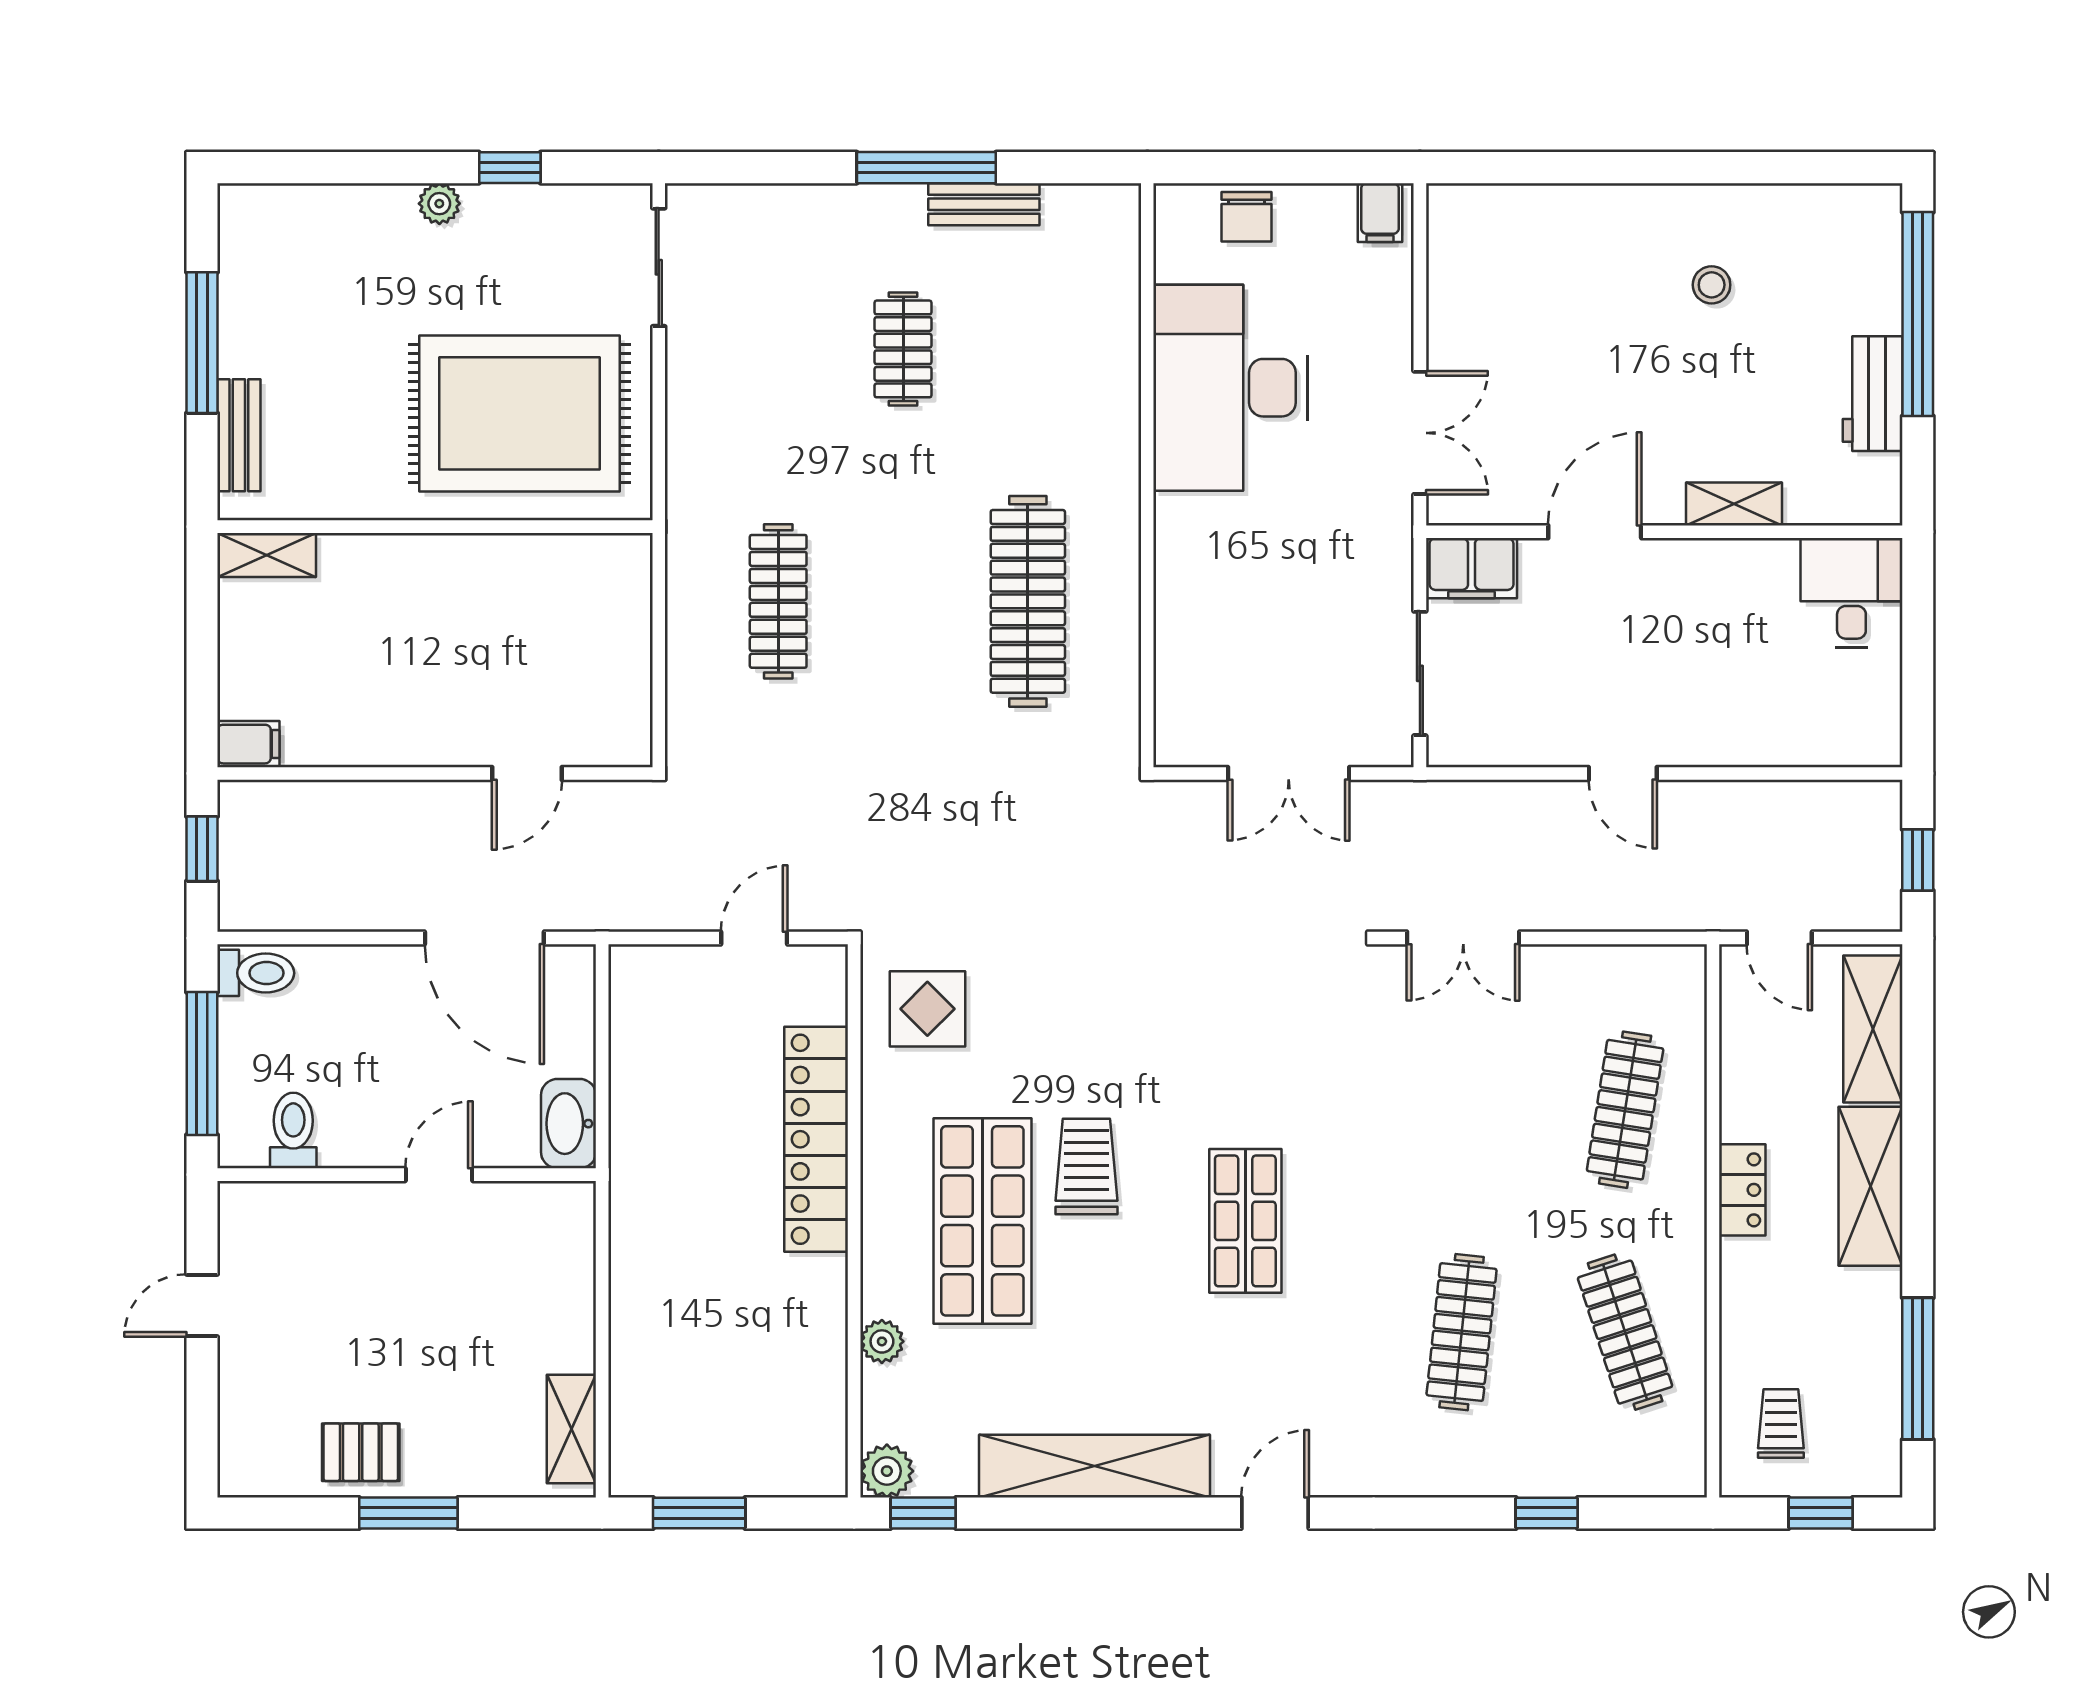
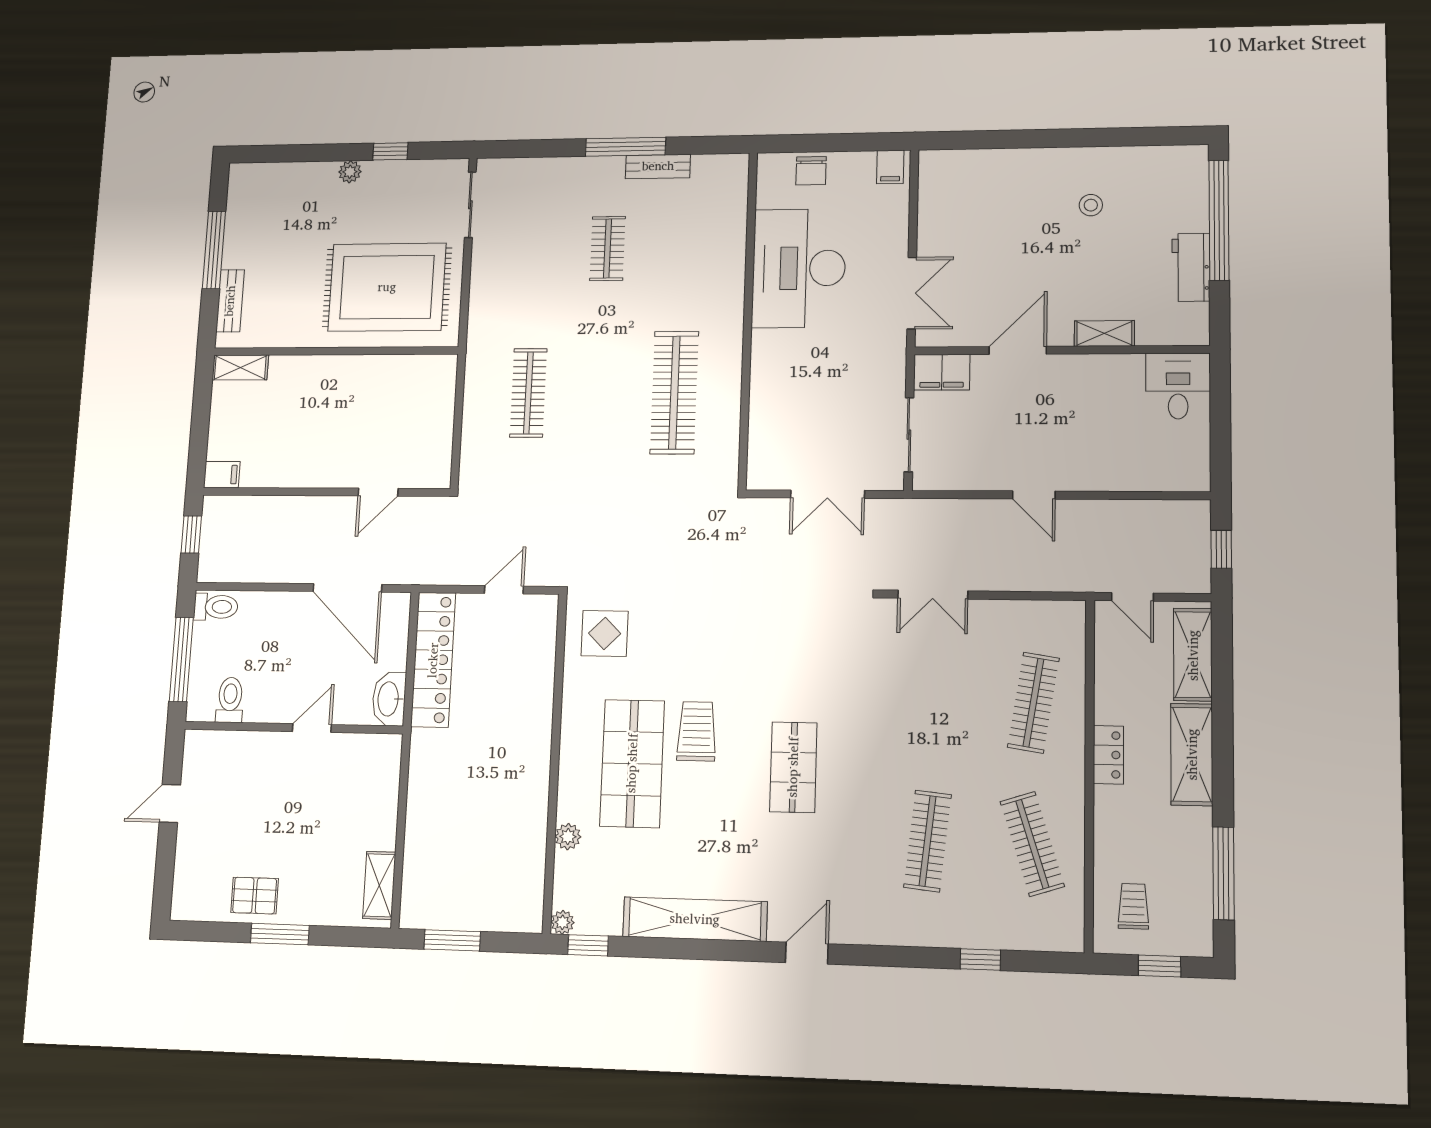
locker: (816, 1139) -> (433, 660), moved, turned 180
plant: (887, 1471) -> (563, 922), width x0.73, depth x0.73

